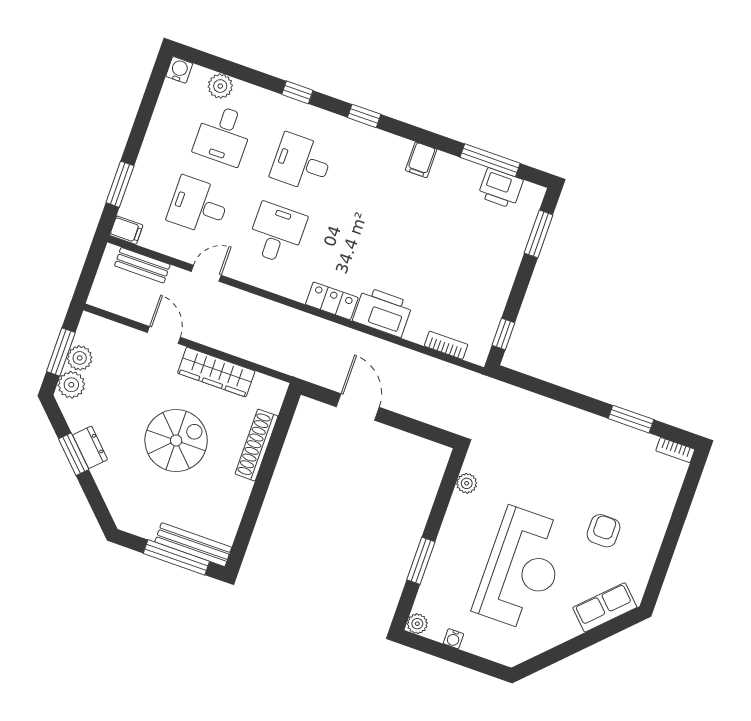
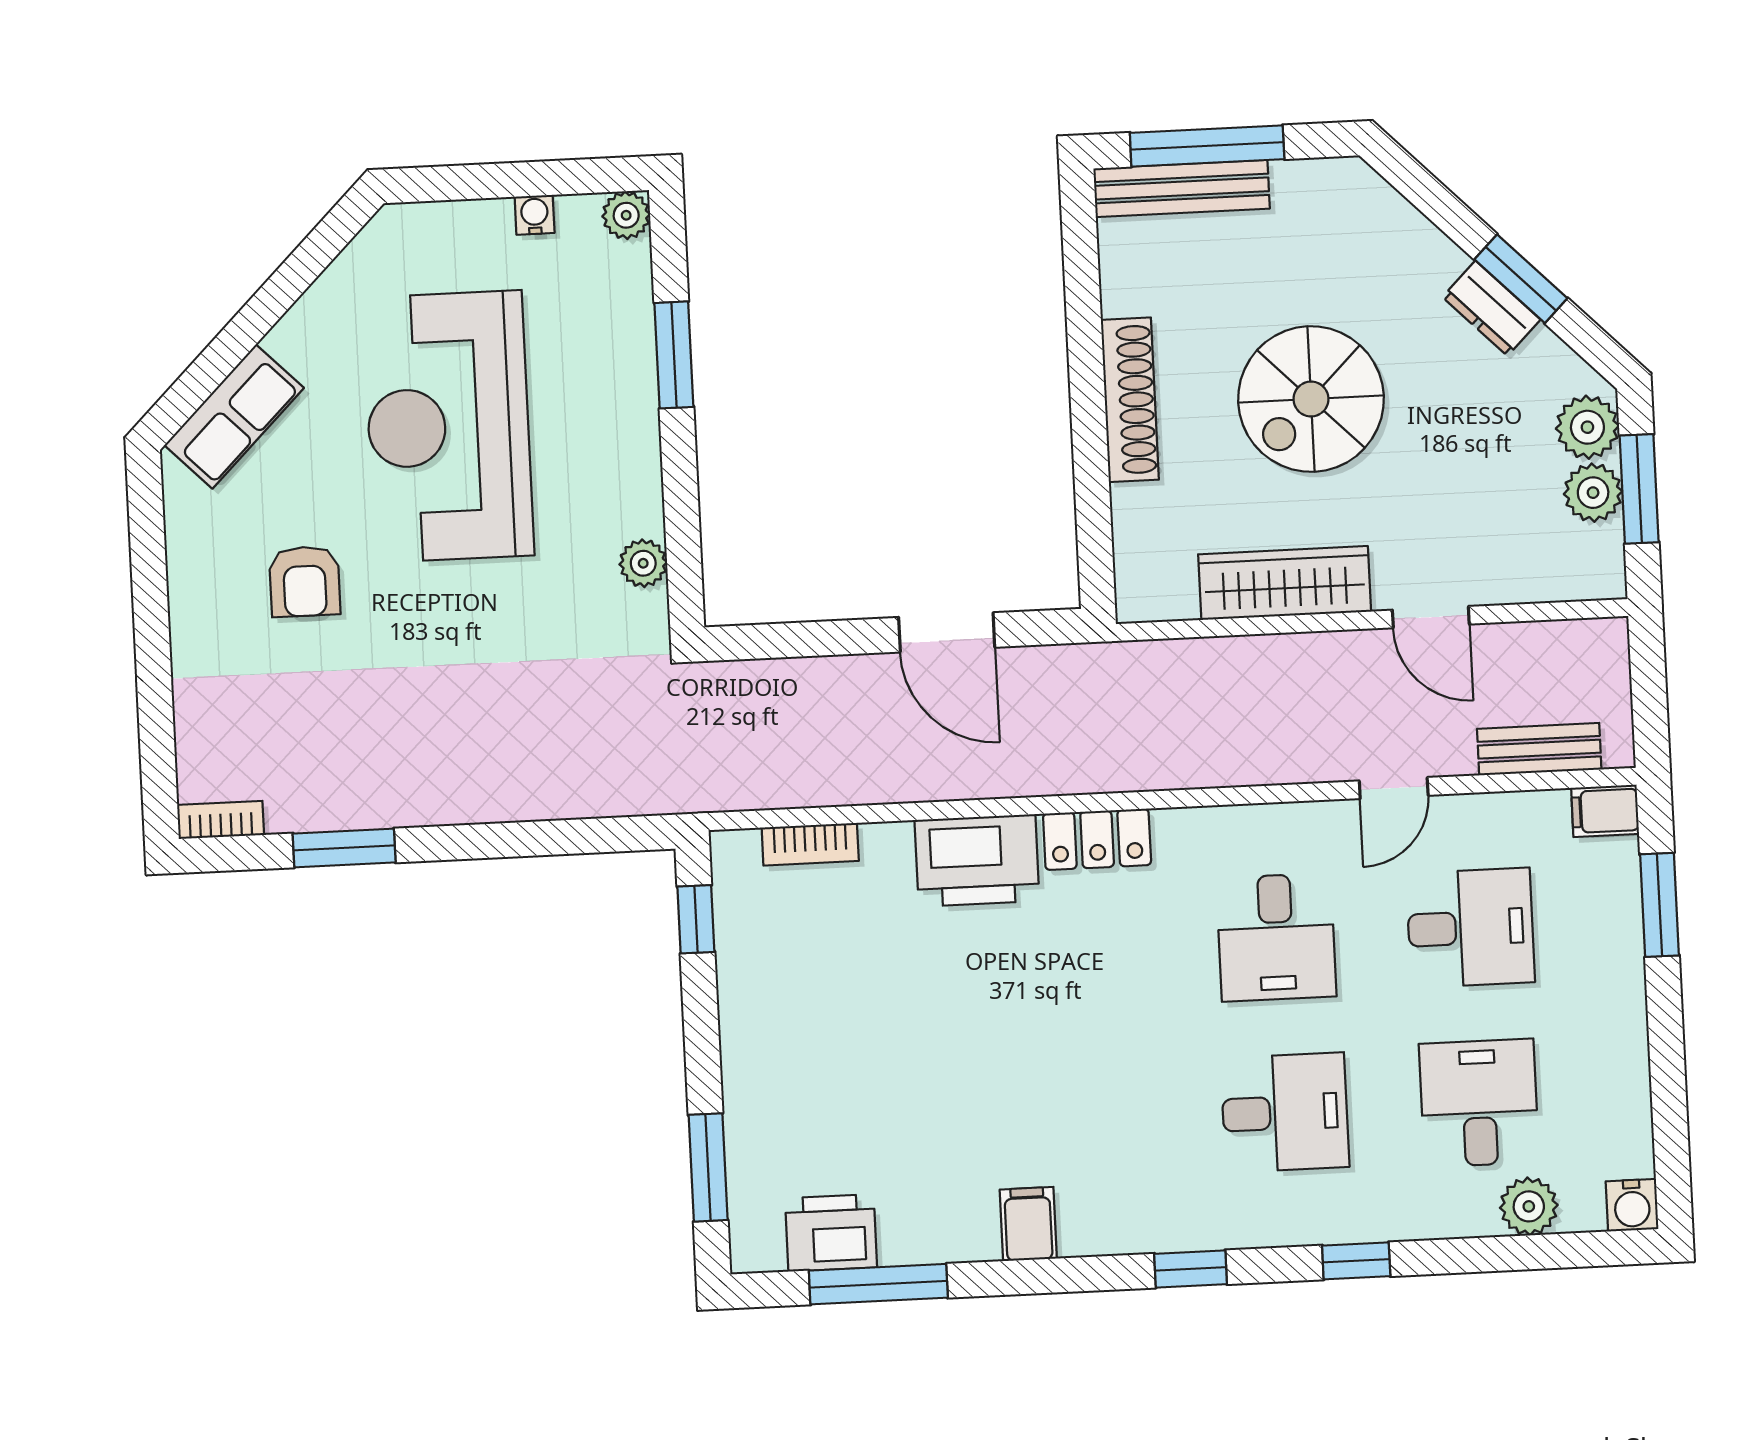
shoe rack: (256, 445) -> (1130, 400), moved

